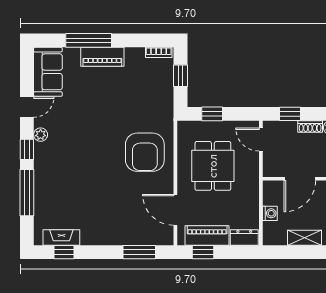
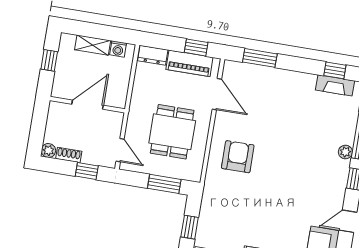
window: (212, 114) -> (164, 184), width x1.50
plant: (41, 135) -> (345, 152), moved
armchair: (145, 152) -> (238, 157), width x0.73, depth x0.73
washing machine: (270, 213) -> (118, 49), moved, turned -90

